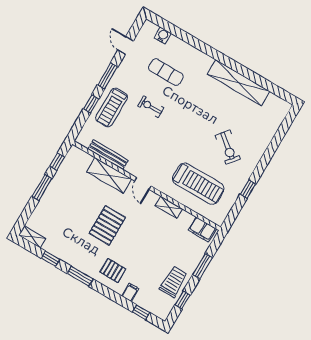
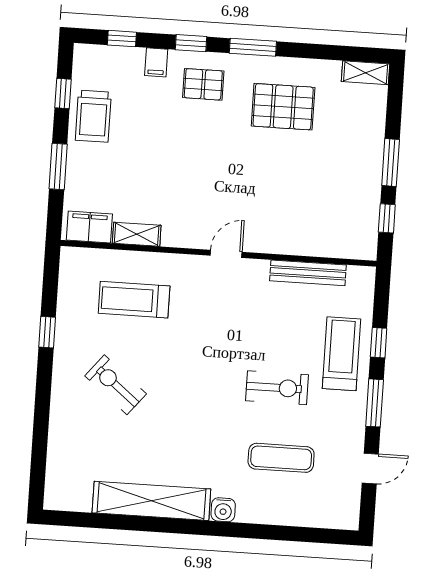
water cooler: (163, 35) -> (223, 510), moved
door: (126, 45) -> (370, 468), hinge flipped
exercise bike: (151, 107) -> (277, 388), width x1.38, depth x1.39
shelving: (109, 175) -> (289, 239), removed
door: (143, 183) -> (226, 254), hinge flipped
treadmill: (198, 184) -> (134, 300), width x0.73, depth x0.73
shelving: (169, 207) -> (137, 234), moved
pallet: (107, 225) -> (283, 107), moved, turned 90
window: (51, 259) -> (191, 43), moved

